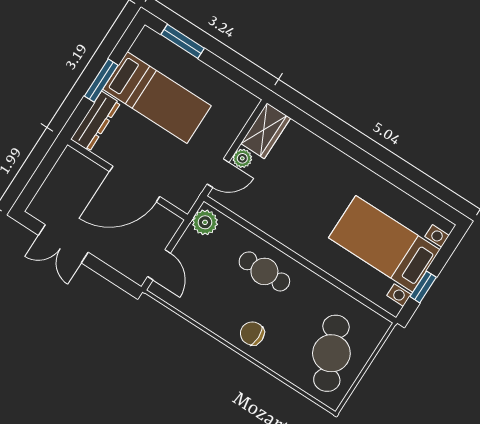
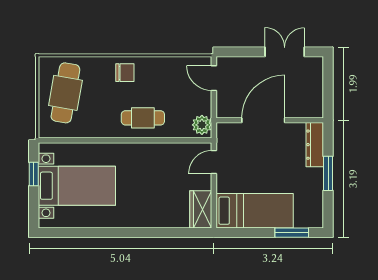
bed: (157, 97) -> (255, 211), moved, turned 180
plant: (242, 158) -> (204, 182), removed
cafe table: (331, 353) -> (65, 93), turned 33

